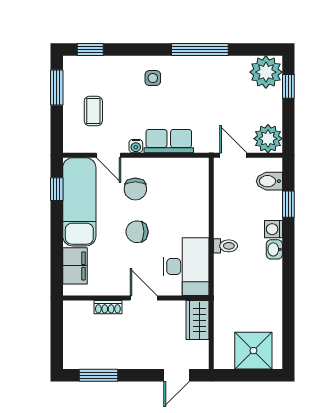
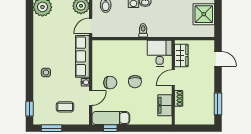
window: (200, 50) -> (29, 45), removed
row of seats: (169, 141) -> (82, 56), width x1.48
exam couch: (79, 202) -> (111, 118), width x0.73, depth x0.69
filing cabinet: (75, 266) -> (165, 105), moved, turned -90
desk: (186, 267) -> (160, 53), width x0.73
wardrobe: (197, 320) -> (181, 55), moved, turned -90

